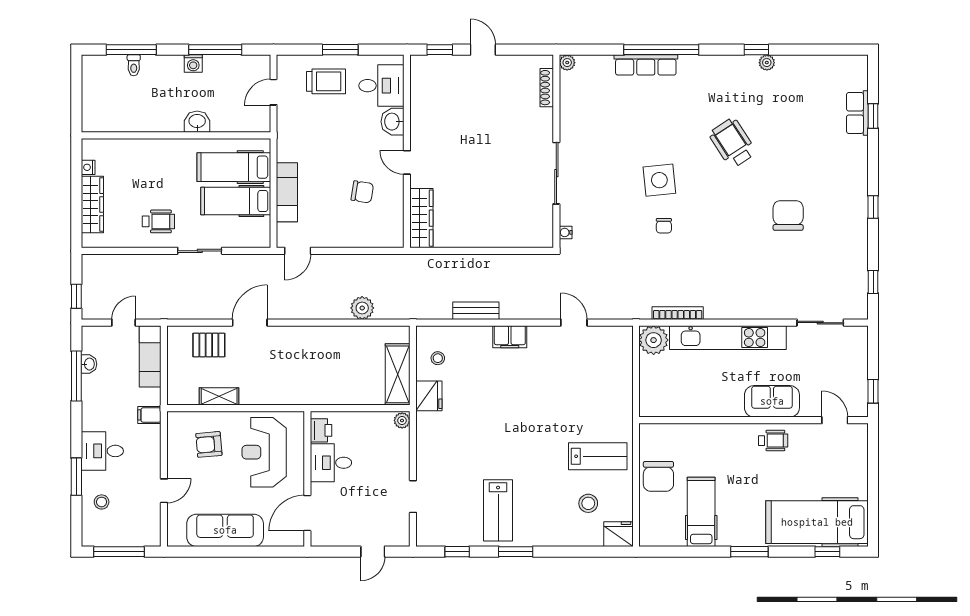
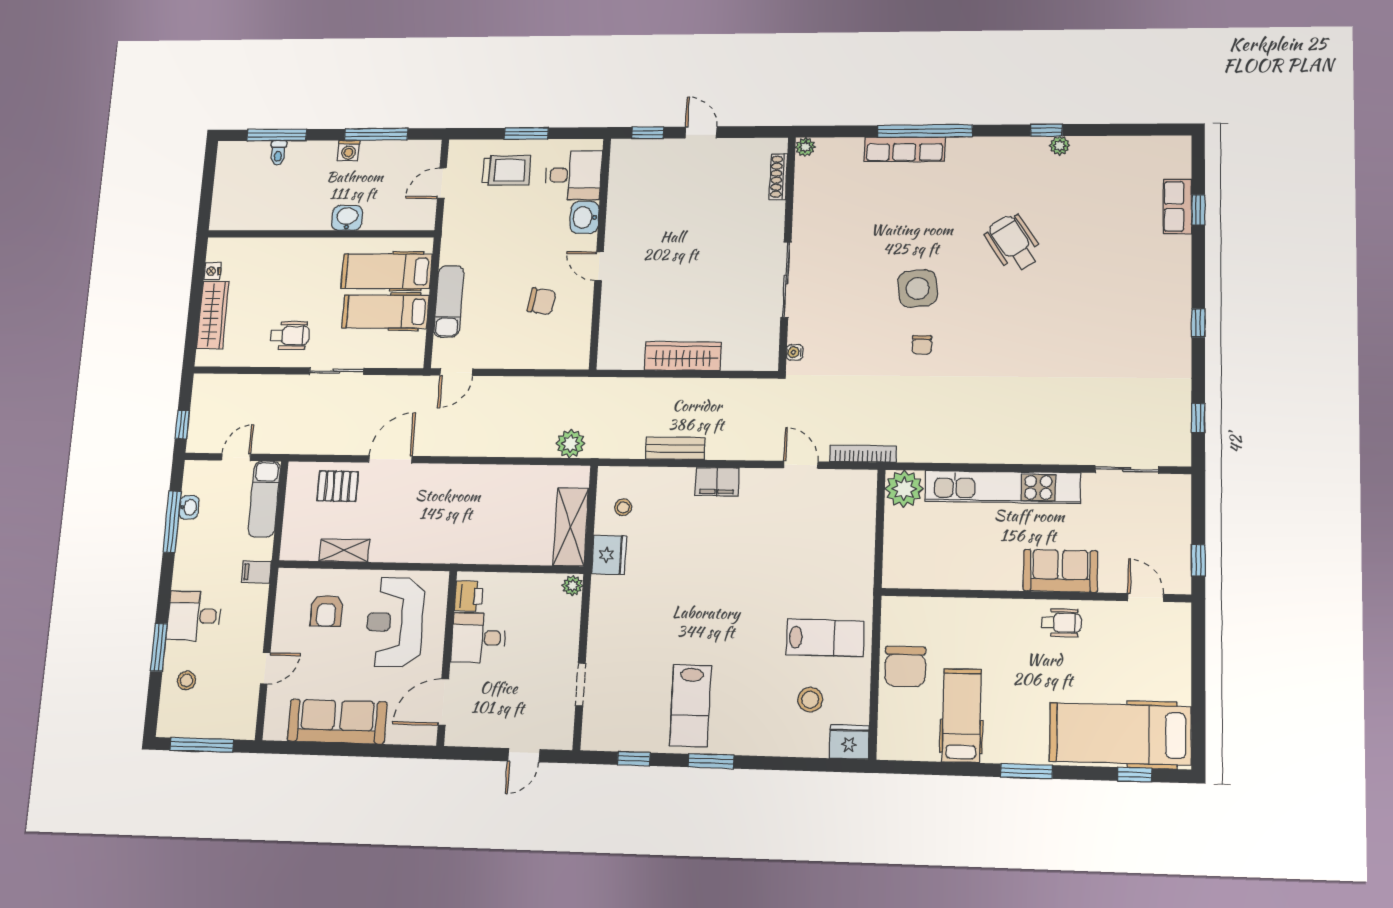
chair: (788, 216) -> (1085, 333), removed
wardrobe: (421, 218) -> (683, 356), moved, turned -90
plant: (362, 308) -> (570, 444), moved
bookcase: (678, 313) -> (863, 454), moved
armchair: (209, 444) -> (327, 611), turned -85

